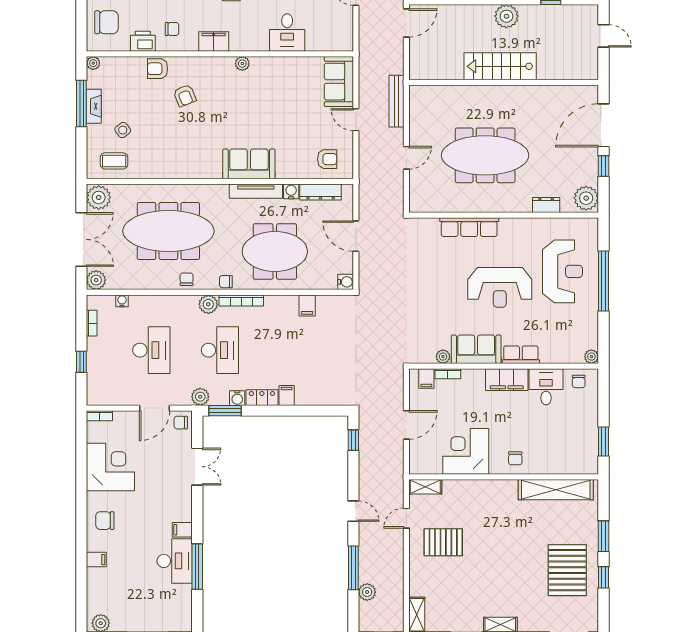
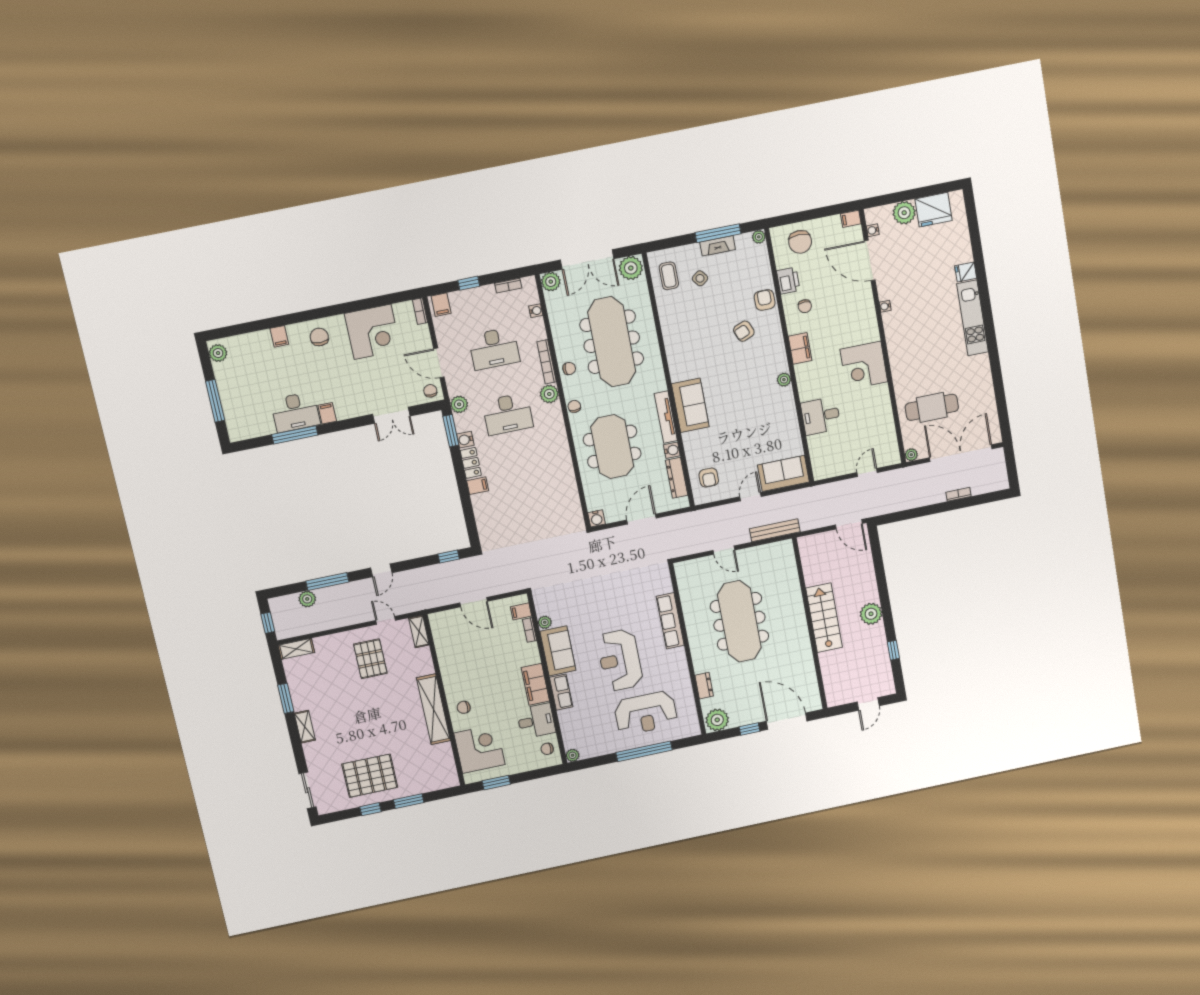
bookcase: (241, 300) -> (547, 362), moved
filing cabinet: (307, 305) -> (441, 305), moved, turned -90
corner desk: (466, 451) -> (479, 749), moved
shelving: (556, 490) -> (433, 709), moved

